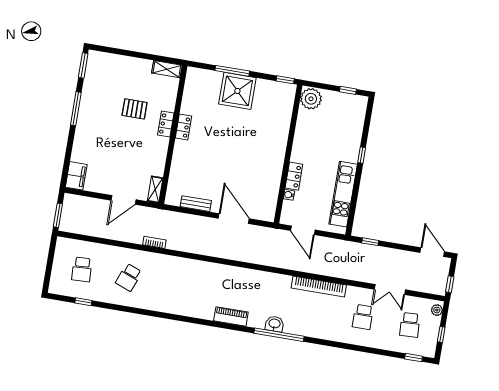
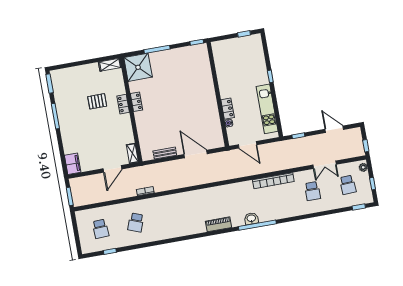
shower: (237, 91) -> (138, 67), moved
plant: (311, 99) -> (220, 49), removed
door: (432, 252) -> (334, 129), moved

